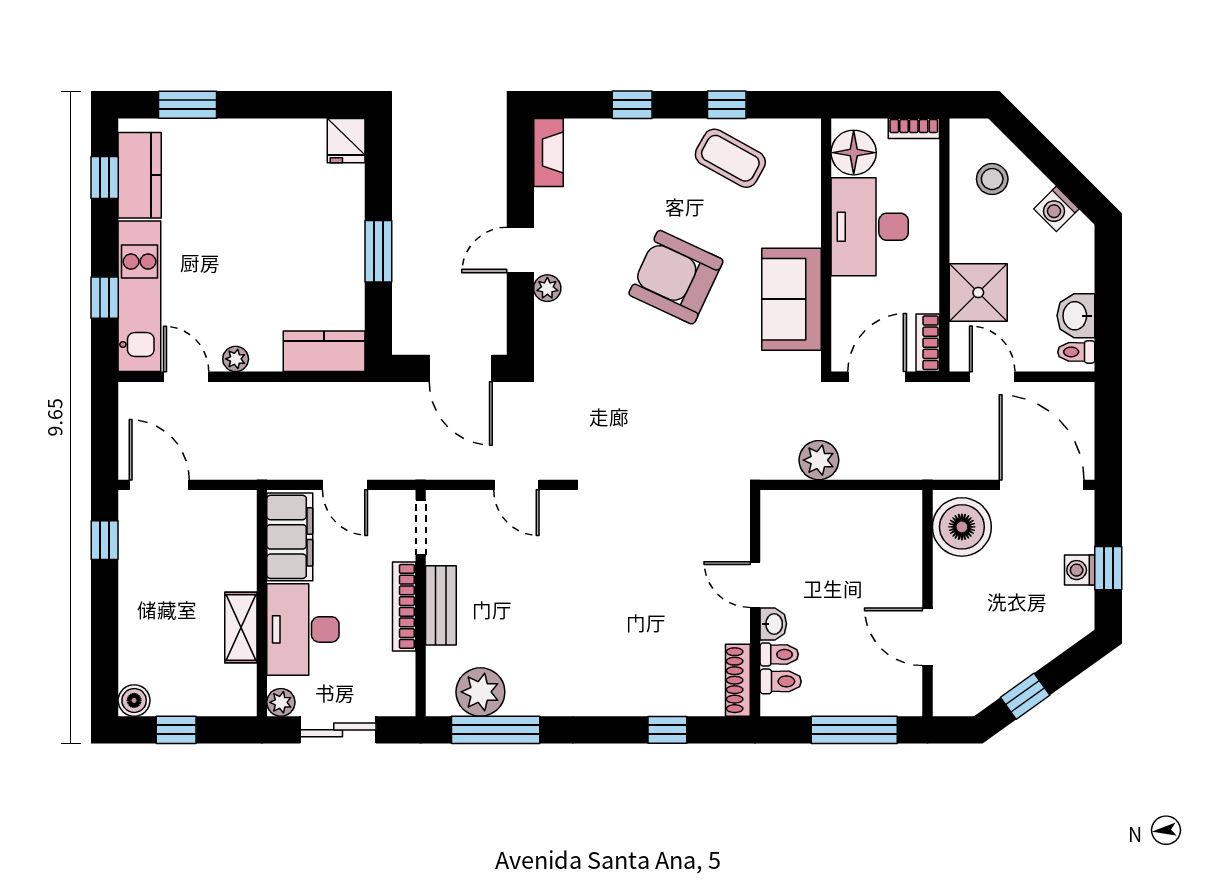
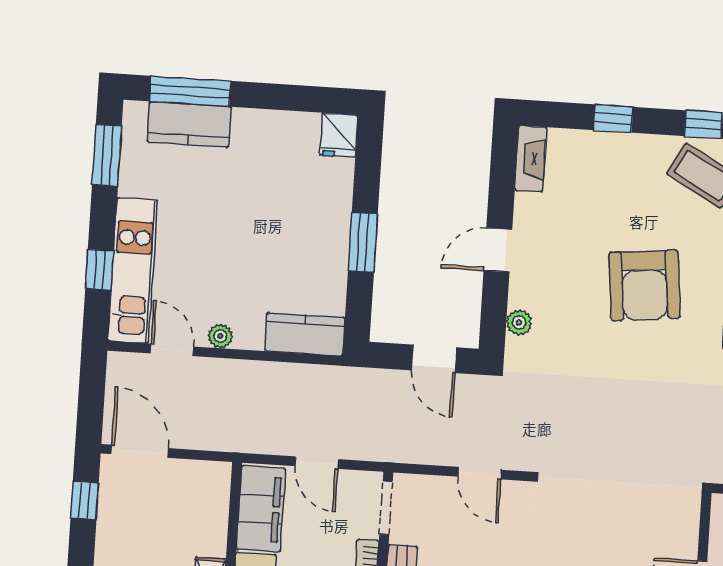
window: (188, 105) -> (190, 91), width x1.44
kitchen counter: (140, 175) -> (189, 124), moved, turned 90
window: (105, 177) -> (107, 155), width x1.50
armchair: (676, 277) -> (644, 285), turned -121
plant: (547, 288) -> (519, 323), moved
door: (461, 368) -> (434, 359), width x0.73

